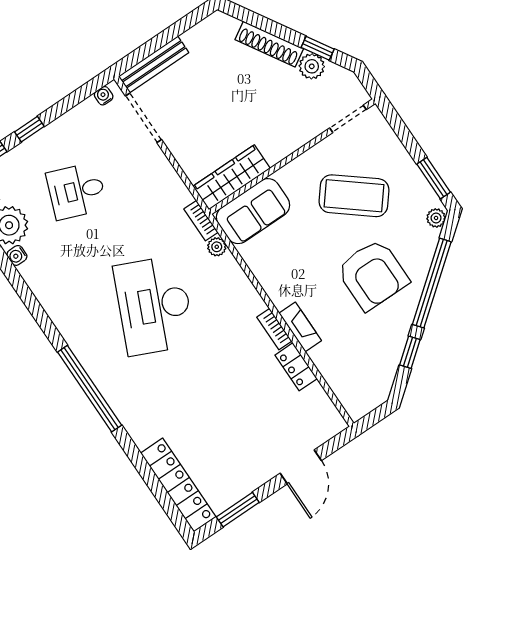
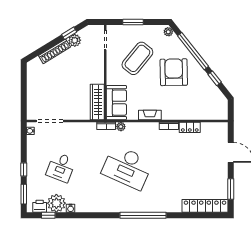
bench: (154, 64) -> (31, 103), removed
window: (434, 178) -> (133, 22), moved
armchair: (373, 275) -> (174, 72), turned -91
fireplace: (300, 327) -> (150, 115), moved

